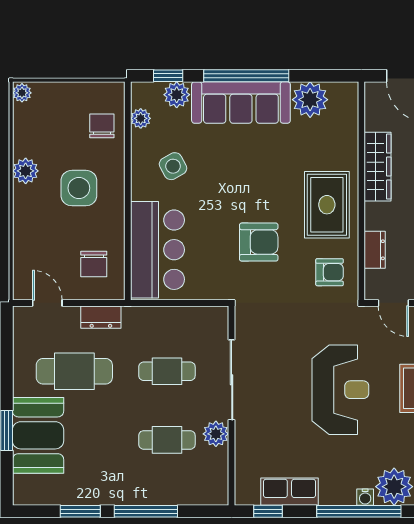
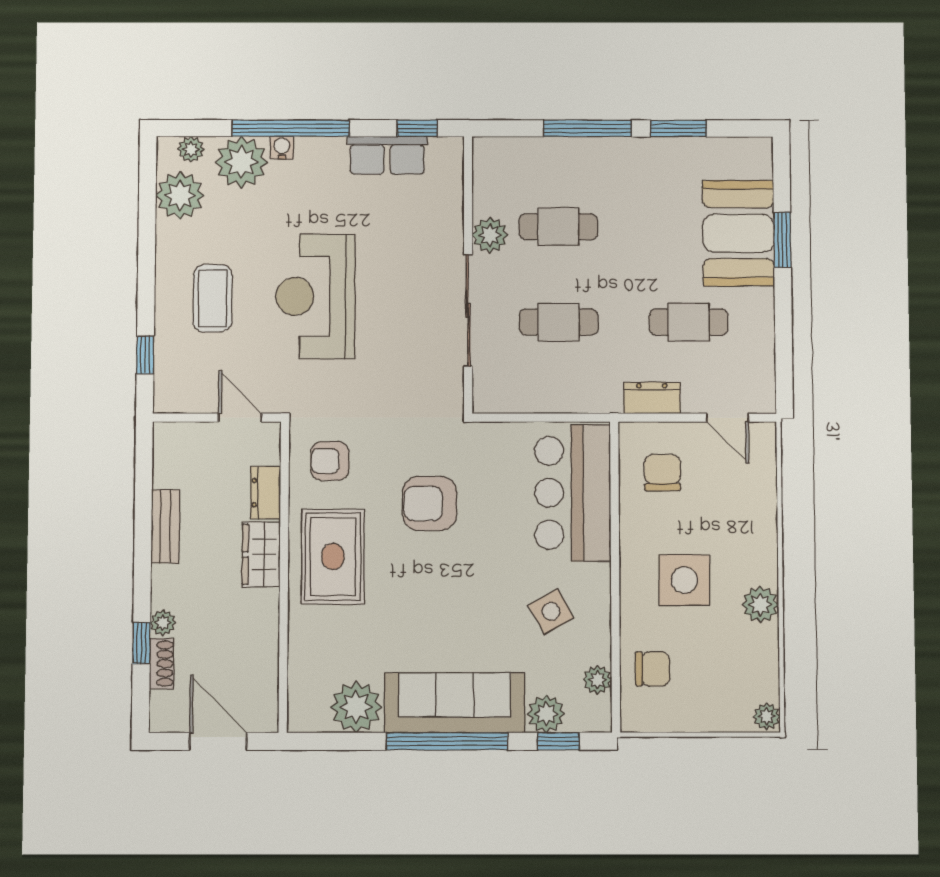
chair: (102, 126) -> (652, 669), turned -90
wardrobe: (378, 167) -> (261, 554), moved, width x0.67
cafe table: (74, 371) -> (689, 322), width x0.73, depth x0.74

